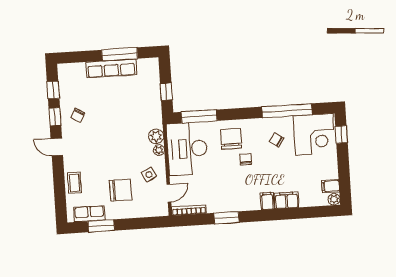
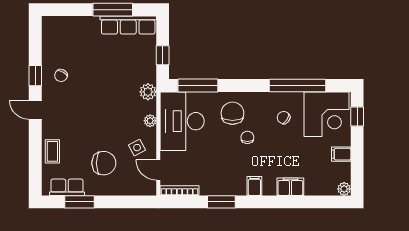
row of seats: (111, 68) -> (128, 25), moved
window: (53, 90) -> (35, 45), removed
plant: (156, 136) -> (148, 92), moved
filing cabinet: (331, 186) -> (341, 154), moved
door: (169, 193) -> (158, 170), swing flipped
filing cabinet: (267, 201) -> (254, 186), moved

